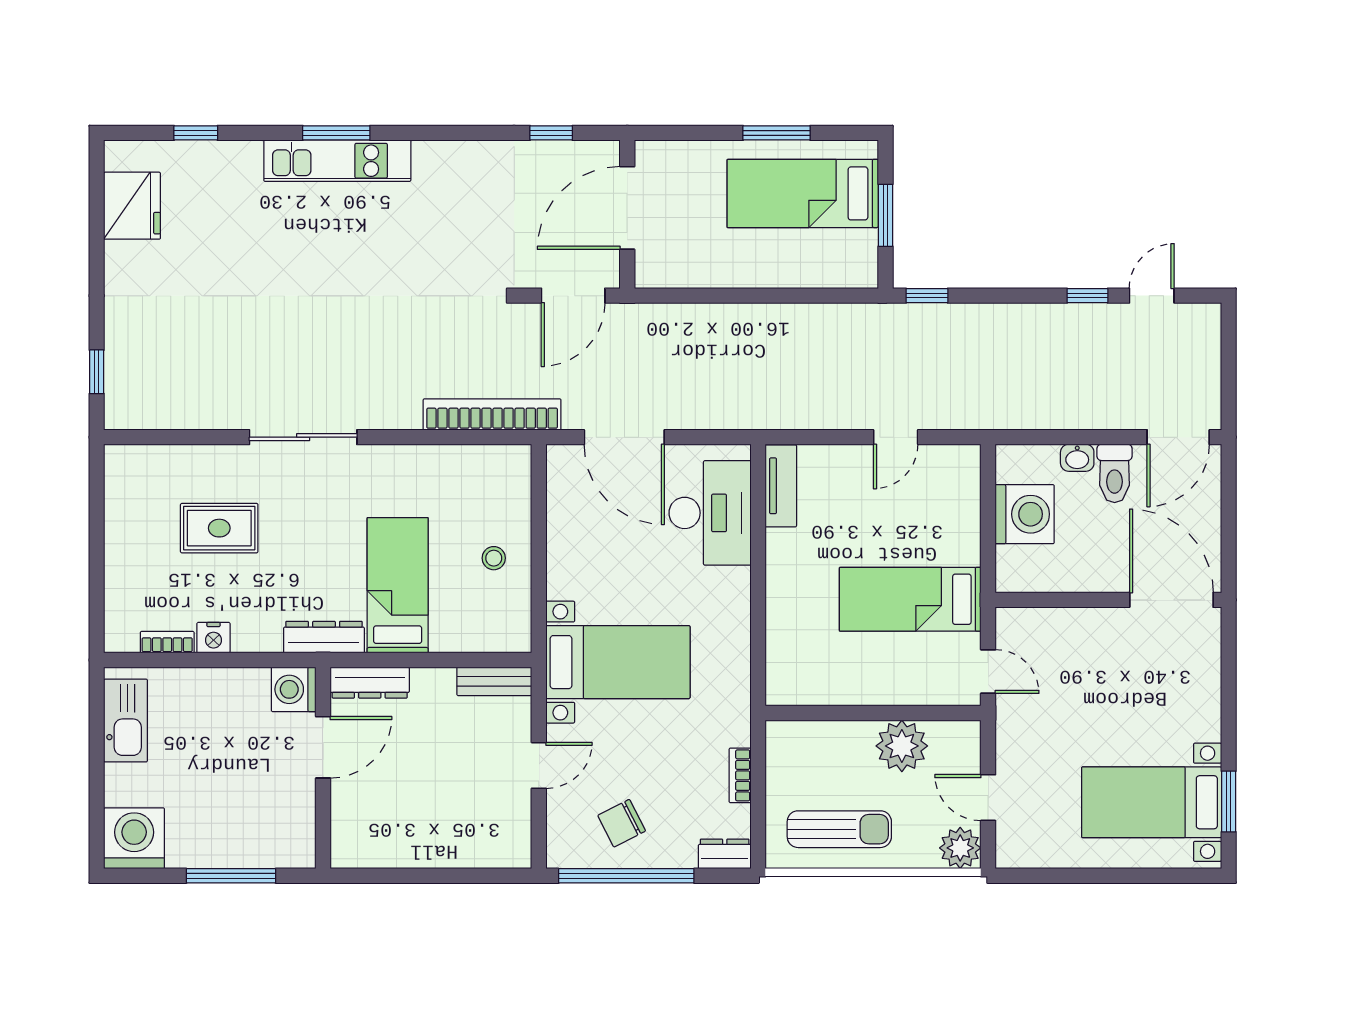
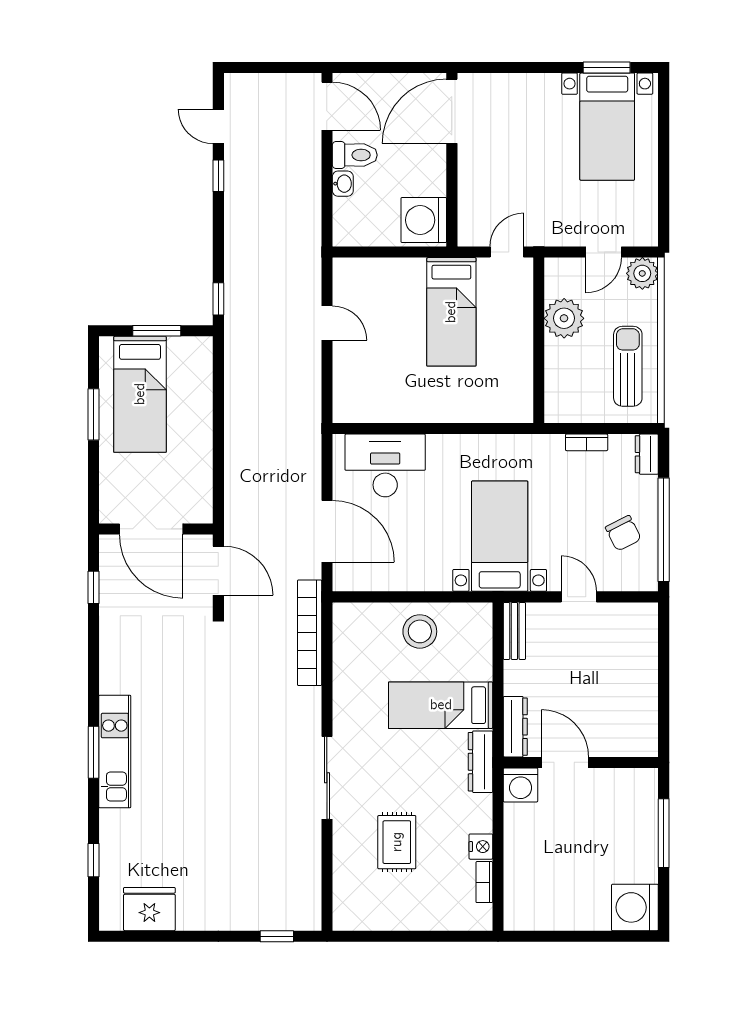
door: (624, 437) -> (327, 531), hinge flipped
tv unit: (781, 486) -> (364, 411), removed
washing machine: (1025, 514) -> (424, 220), moved, turned -90
stool: (494, 558) -> (420, 631), width x1.89, depth x1.89
kitchen sink: (126, 721) -> (545, 914), removed

